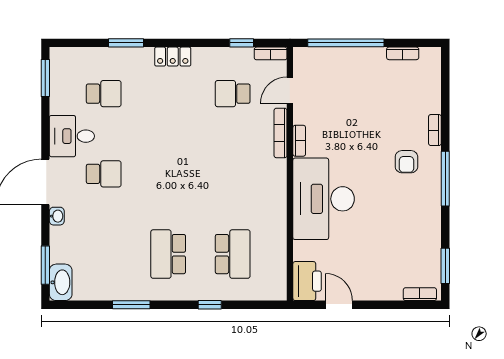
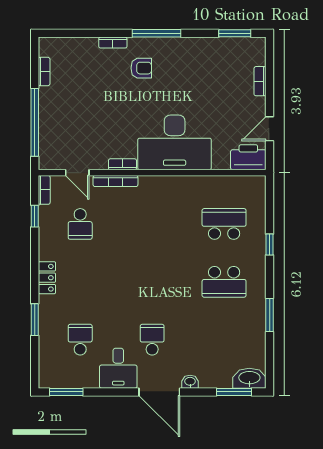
bookcase: (420, 294) -> (260, 81), moved

